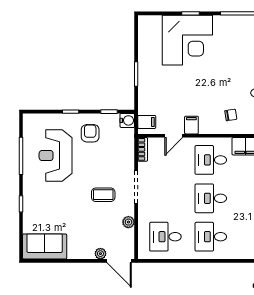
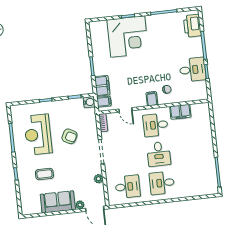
filing cabinet: (147, 101) -> (102, 86), added
filing cabinet: (191, 125) -> (152, 99), moved
armchair: (90, 133) -> (69, 136), moved, turned 118
door: (174, 136) -> (125, 110), hinge flipped
coffee table: (103, 195) -> (44, 174), moved
desk: (211, 198) -> (159, 154), turned -90
desk: (165, 237) -> (128, 187), turned 180
sofa: (45, 247) -> (58, 202), moved

